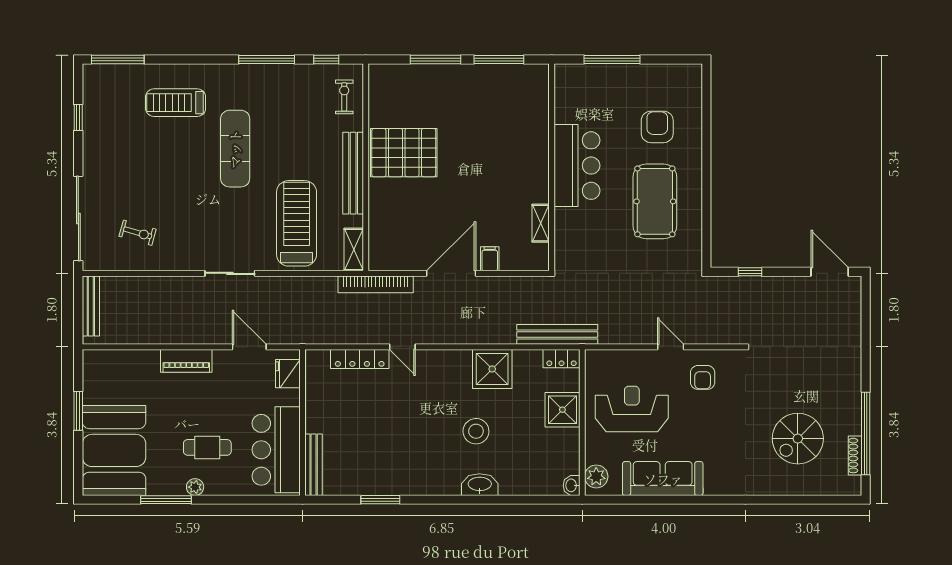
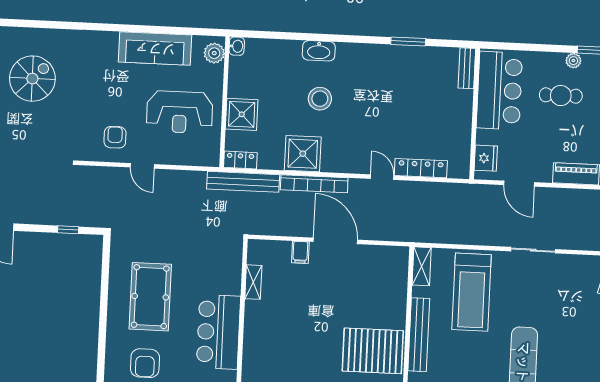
door: (451, 273) -> (335, 241), swing flipped
bookcase: (376, 284) -> (314, 184), moved, turned 180
bench: (314, 465) -> (467, 68), width x0.73

